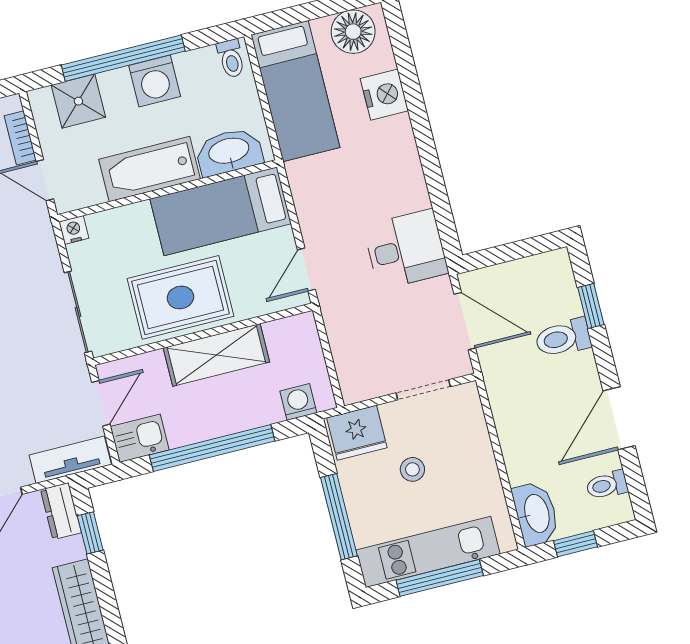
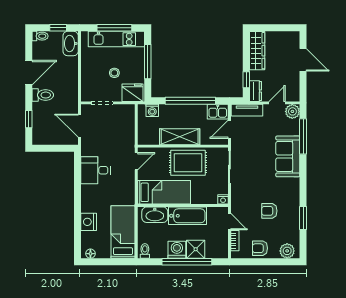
floor lamp: (353, 32) -> (90, 254), width x0.53, depth x0.53
shower: (78, 101) -> (196, 249), moved
desk: (406, 249) -> (95, 170), moved
toilet: (563, 338) -> (43, 95), moved
toilet: (607, 485) -> (40, 36), moved

